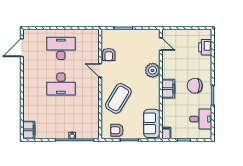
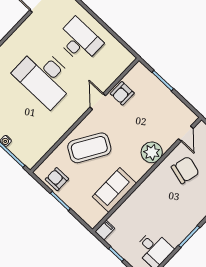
desk: (61, 84) -> (45, 77), width x1.36, depth x1.30
chair: (195, 86) -> (185, 170), moved, turned 105
filing cabinet: (168, 89) -> (150, 186), removed
sofa: (152, 123) -> (114, 190), moved

